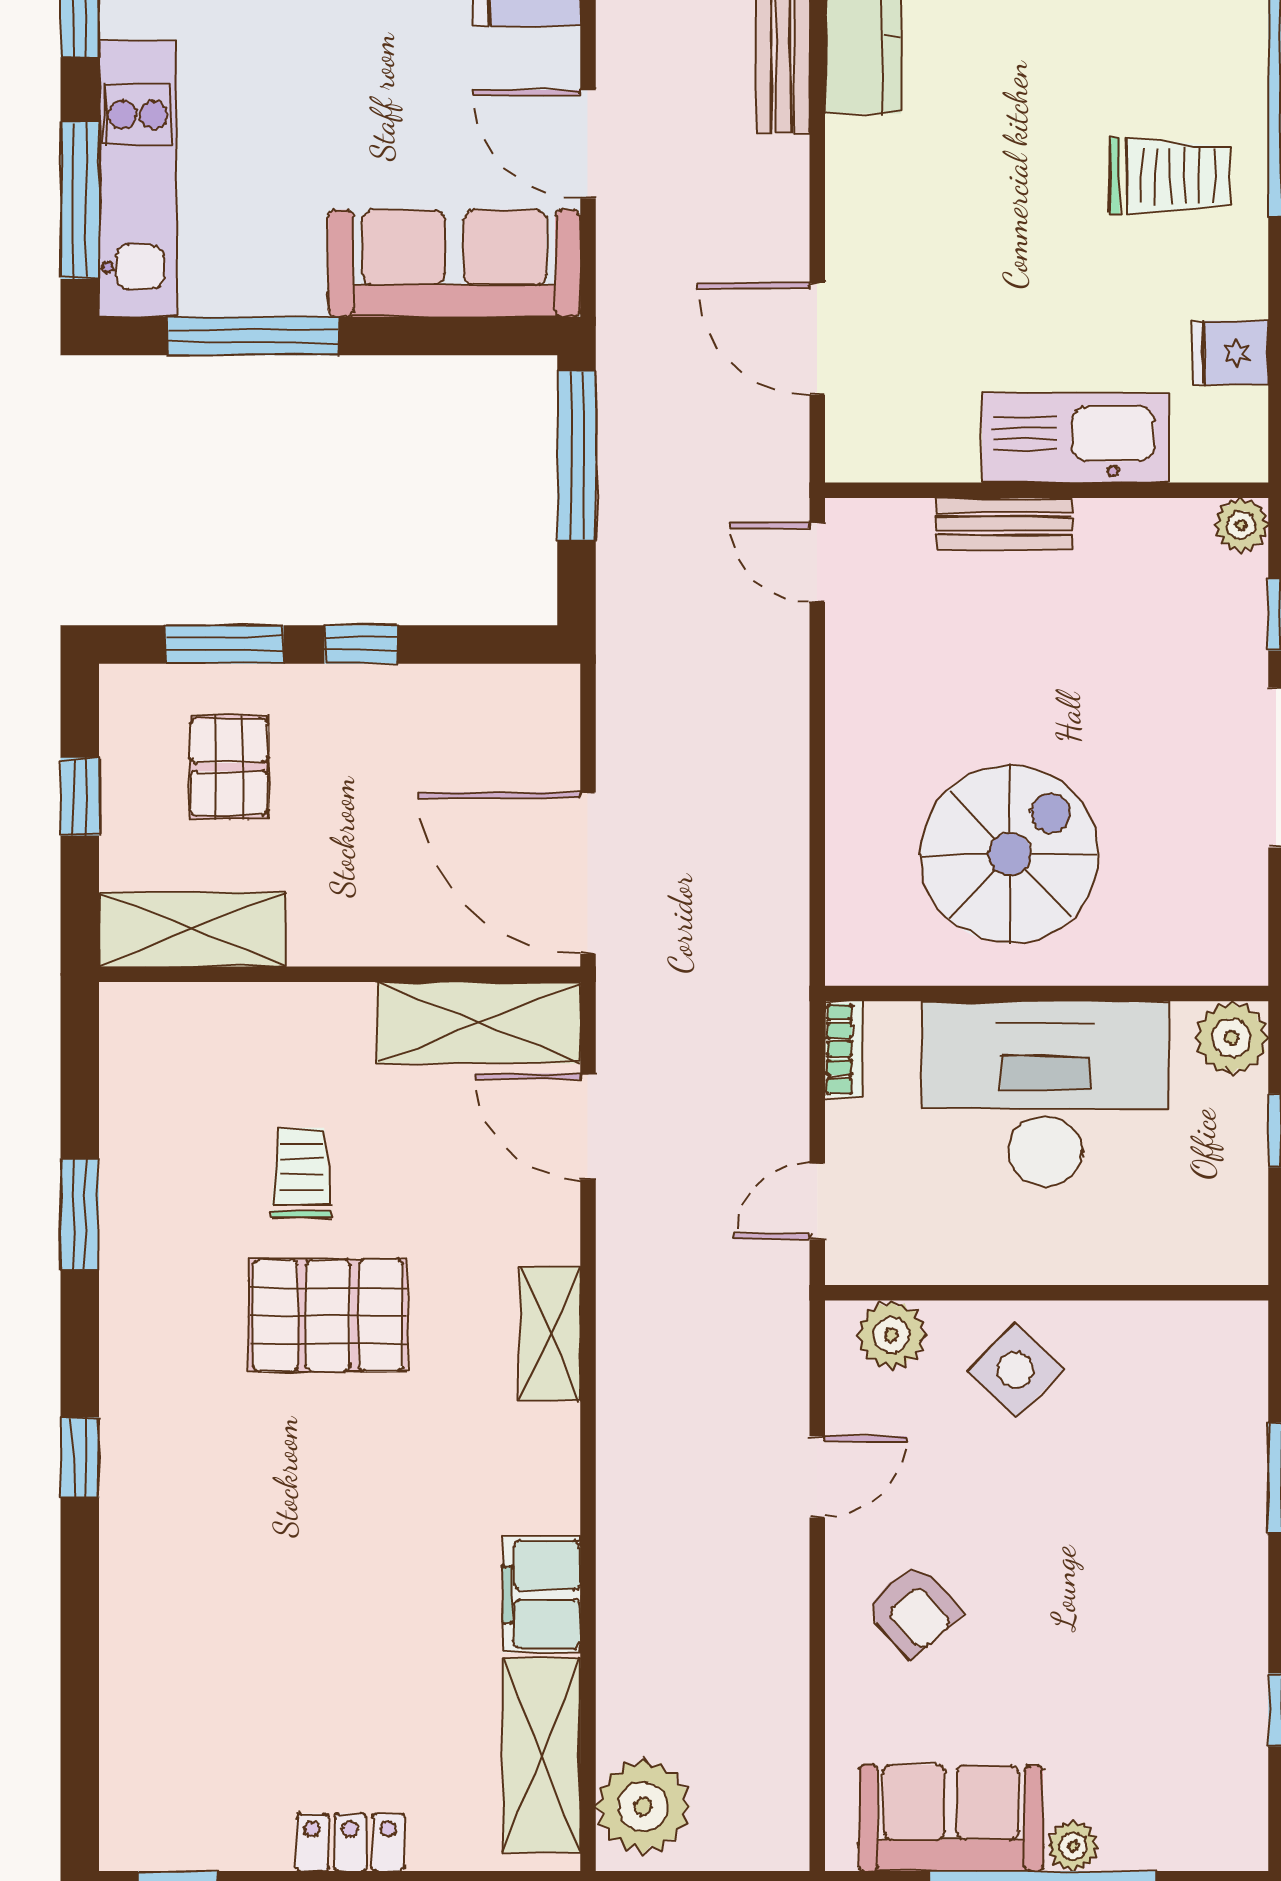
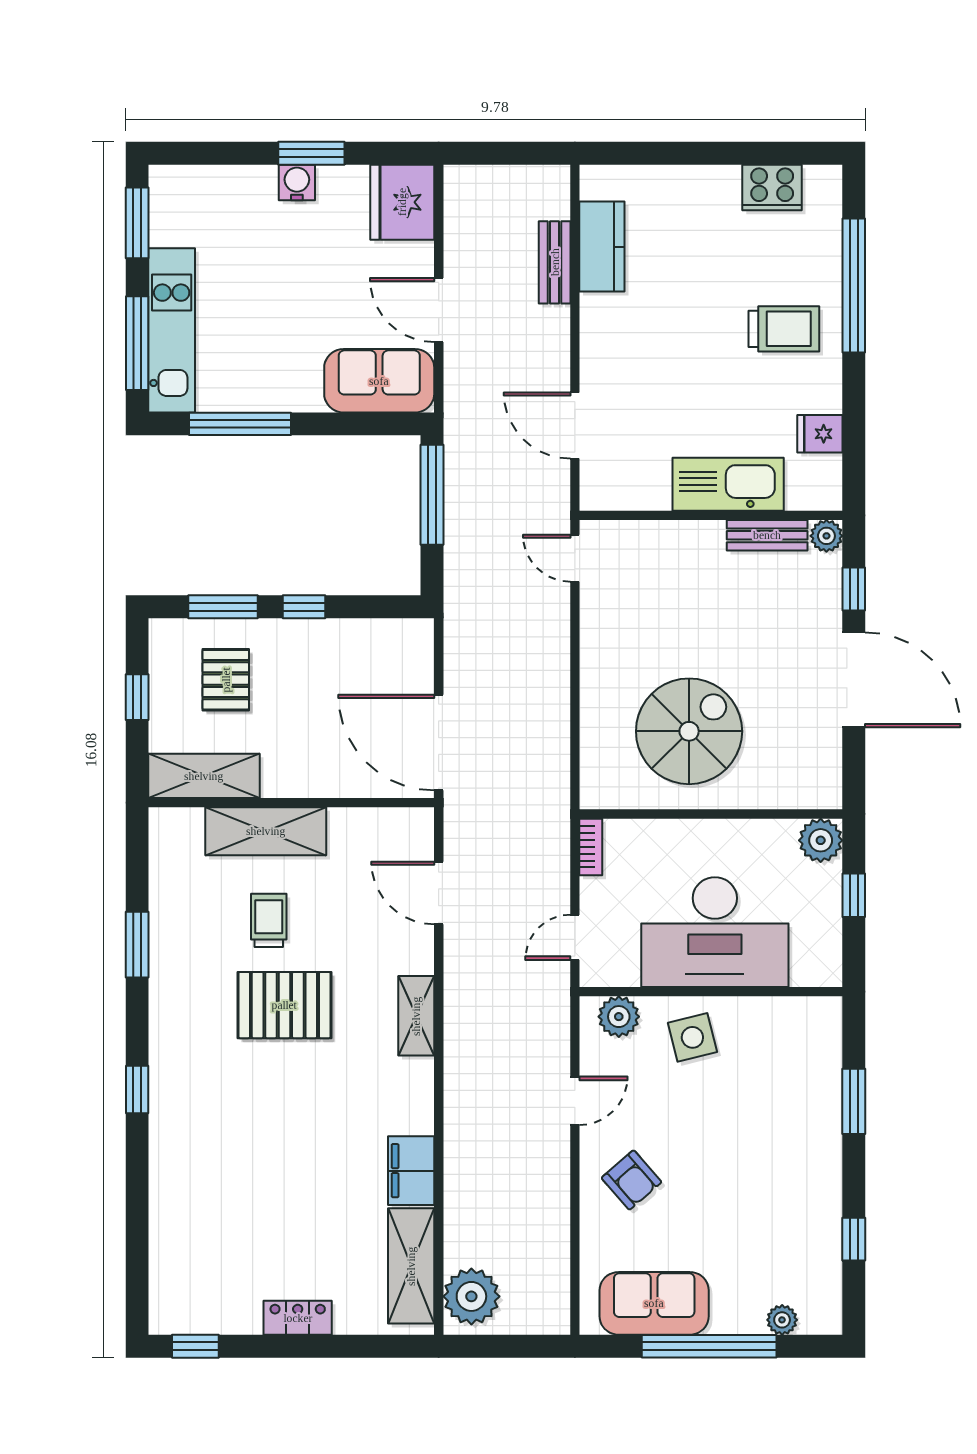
sofa: (454, 263) -> (379, 381), width x0.73
bench: (1004, 524) -> (767, 535), moved
shelving: (479, 1023) -> (266, 831), moved
desk: (1045, 1094) -> (715, 932), moved, turned 180
side table: (1016, 1370) -> (692, 1037), turned 32
plant: (1073, 1846) -> (782, 1320), moved

